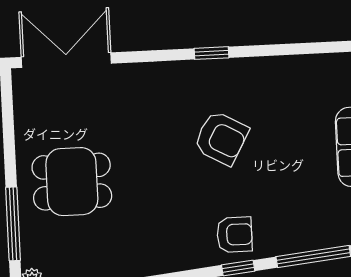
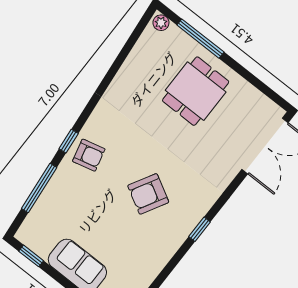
armchair: (234, 235) -> (89, 155), turned -104

